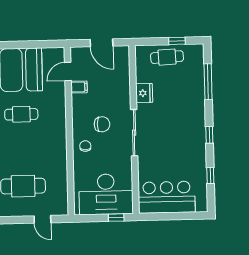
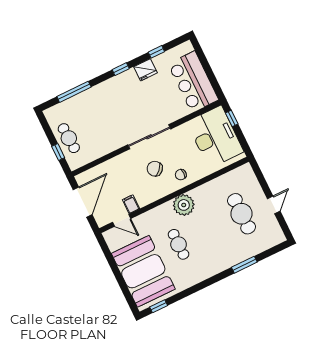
window: (177, 41) -> (58, 152), moved
door: (101, 43) -> (83, 202), width x1.36
fridge: (144, 93) -> (145, 70), moved, turned 180
chair: (102, 124) -> (155, 169), turned -46
plant: (56, 136) -> (184, 205), added
door: (42, 219) -> (274, 205), moved

